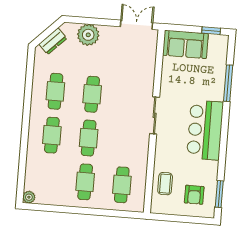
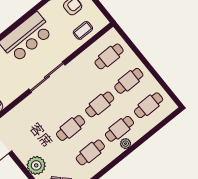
sliding door: (155, 115) -> (47, 77), width x1.37
cafe table: (48, 179) -> (149, 105), added
plant: (29, 197) -> (126, 144), moved

